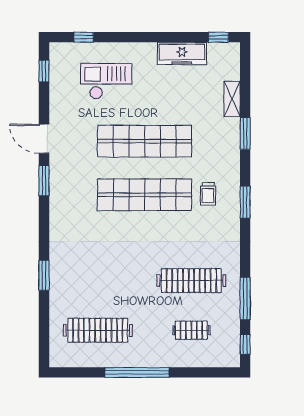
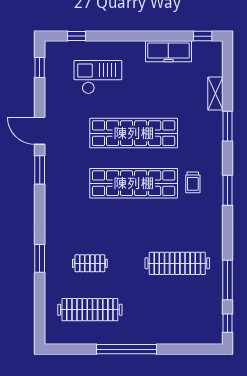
clothes rail: (191, 330) -> (90, 263), moved

